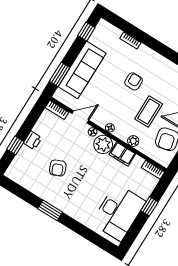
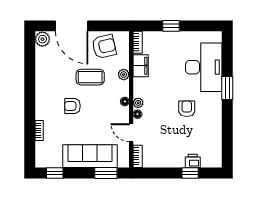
printer: (33, 140) -> (193, 161), moved
plant: (103, 144) -> (138, 103), width x0.53, depth x0.53
filing cabinet: (122, 154) -> (141, 66), moved
armchair: (58, 168) -> (187, 109), moved, turned -67
window: (50, 210) -> (227, 88), moved
desk: (118, 212) -> (204, 67), moved, turned 90

